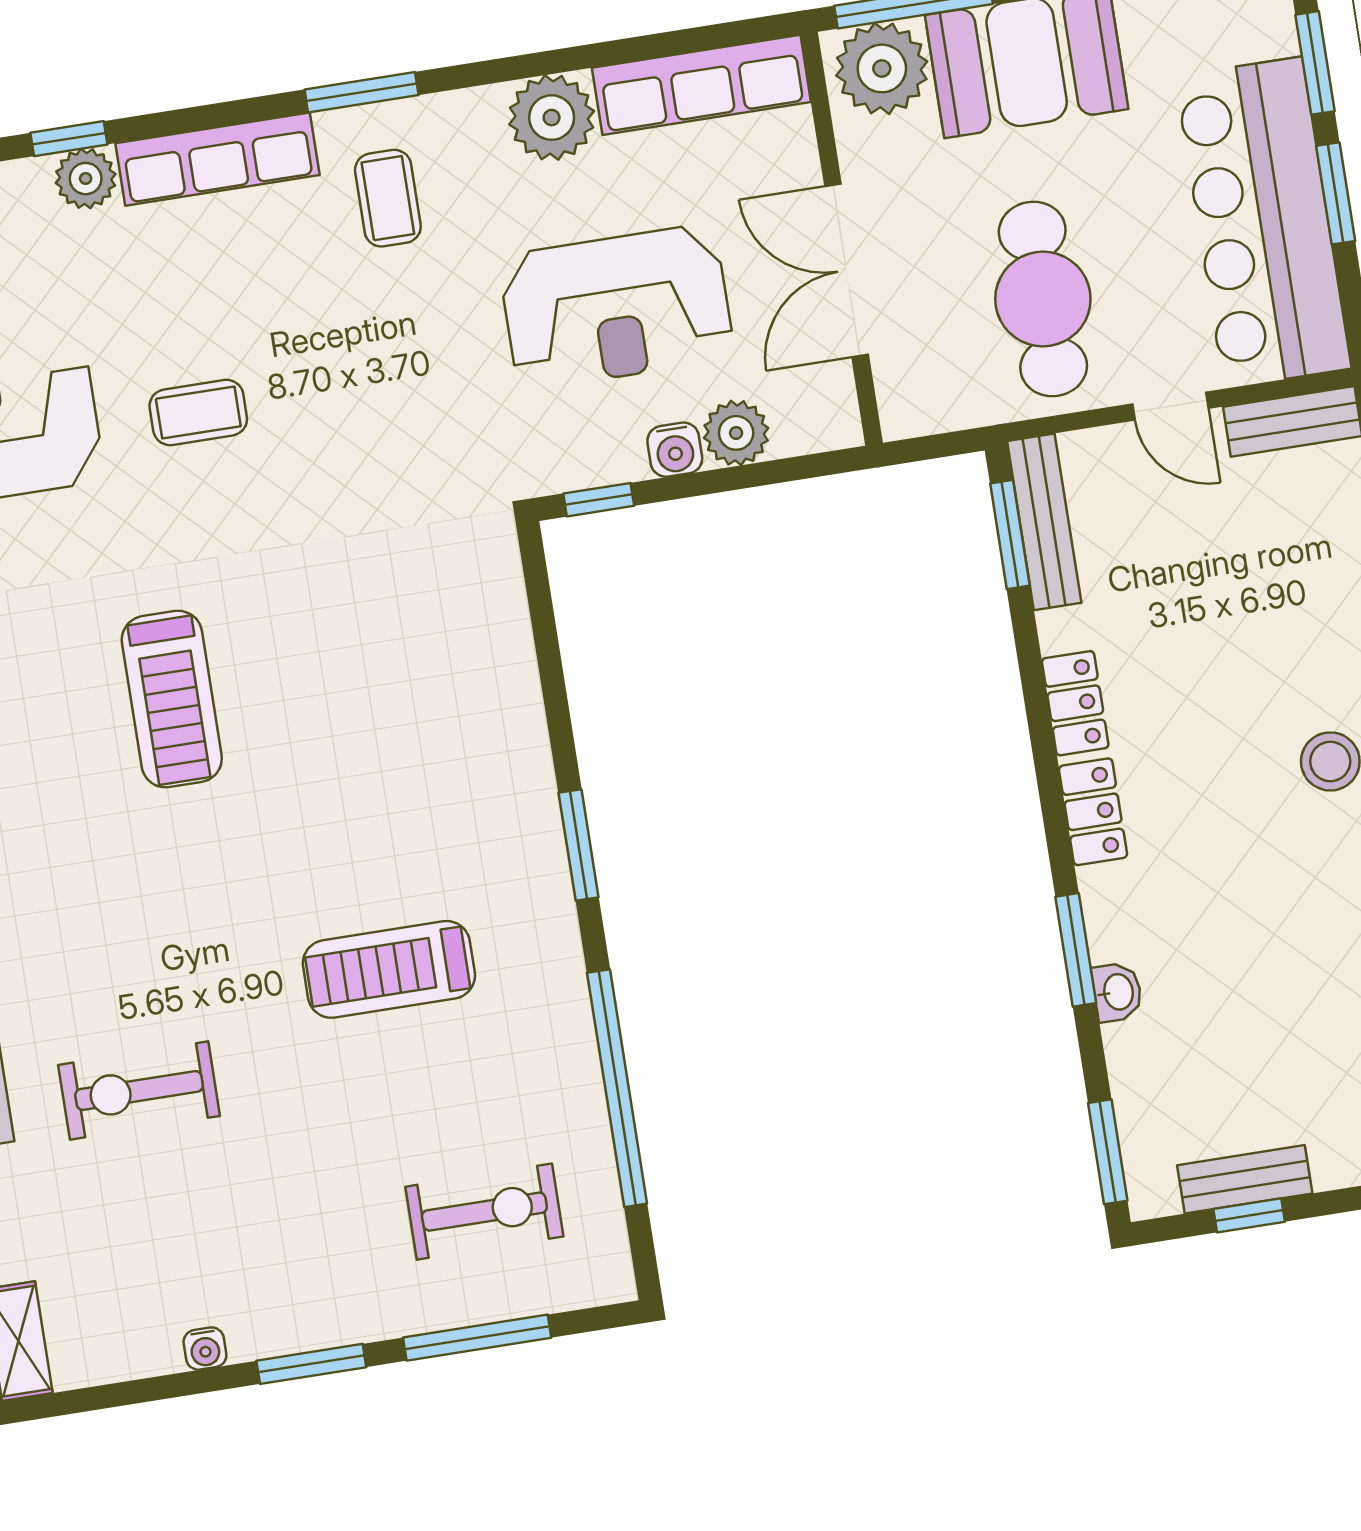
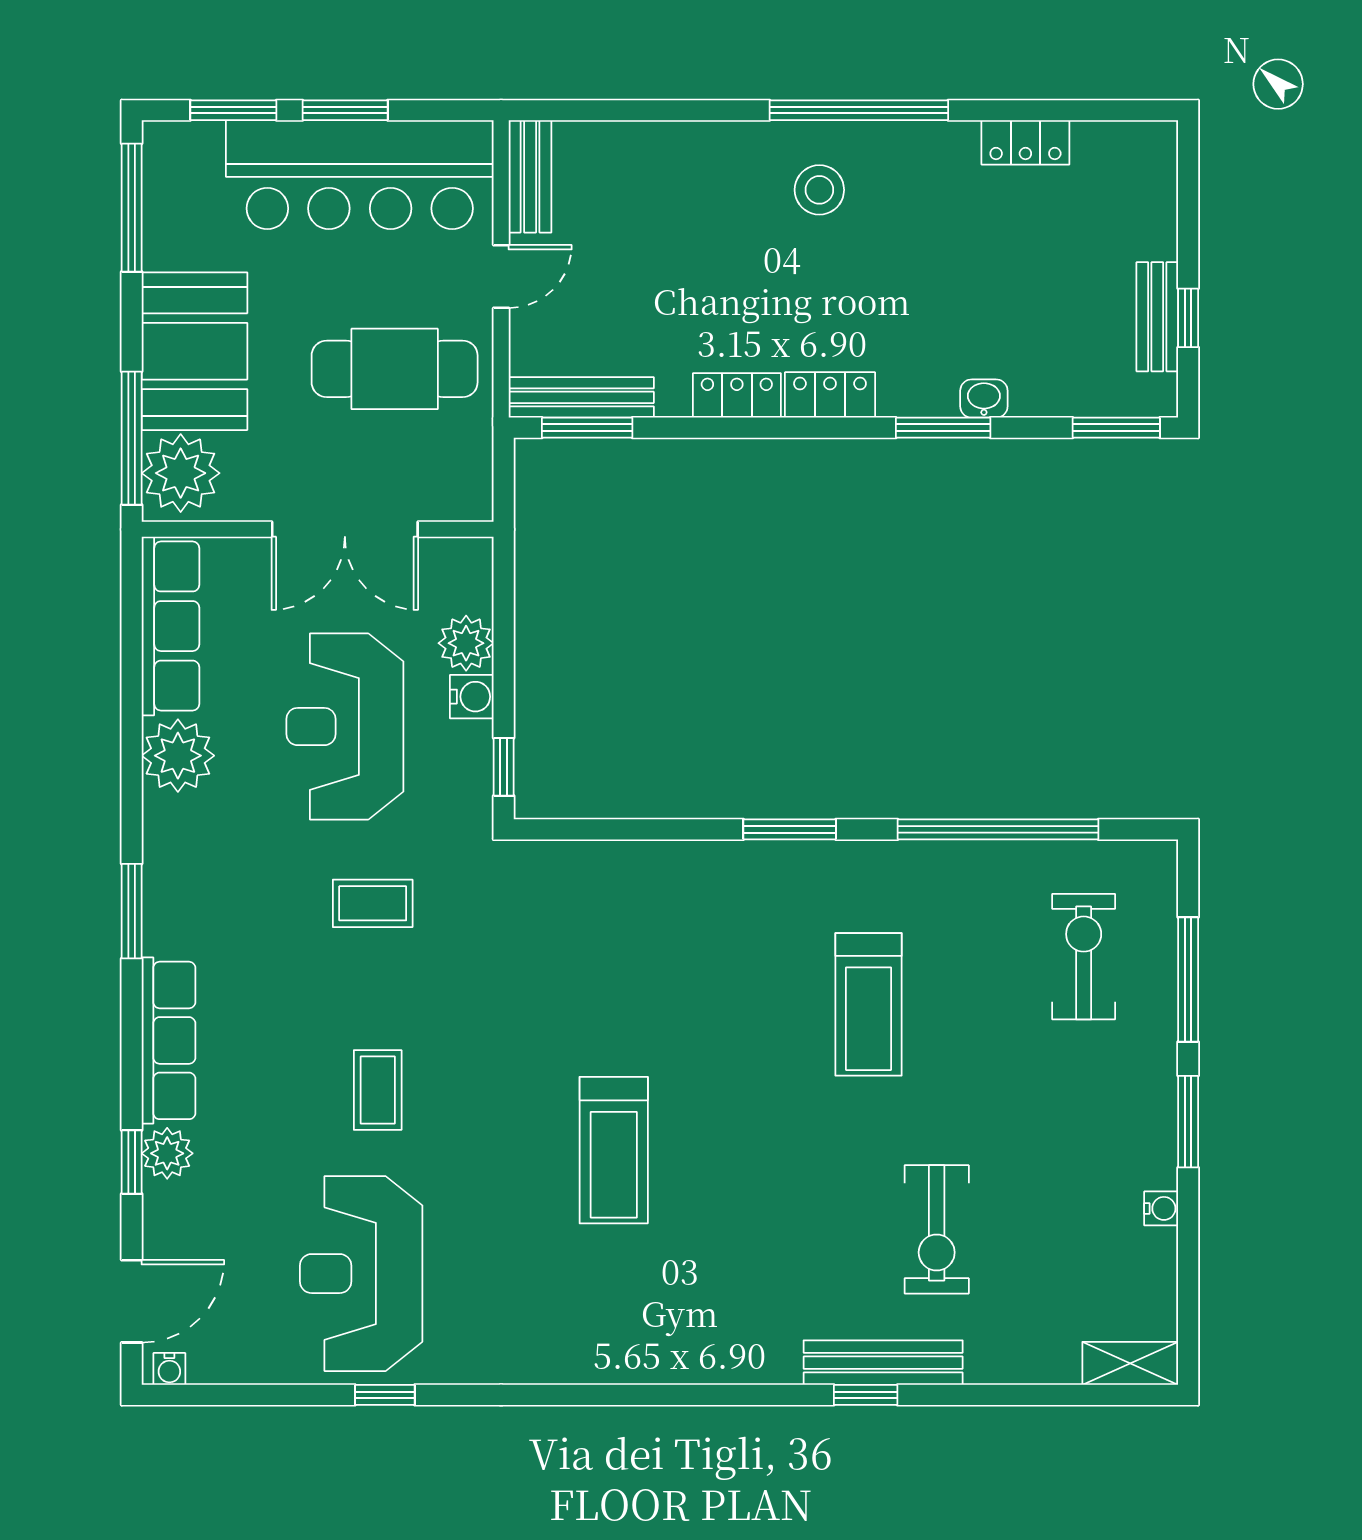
coffee table: (388, 198) -> (373, 903), moved
reception desk: (616, 307) -> (345, 727), turned 180
treadmill: (172, 699) -> (614, 1150), turned 90

